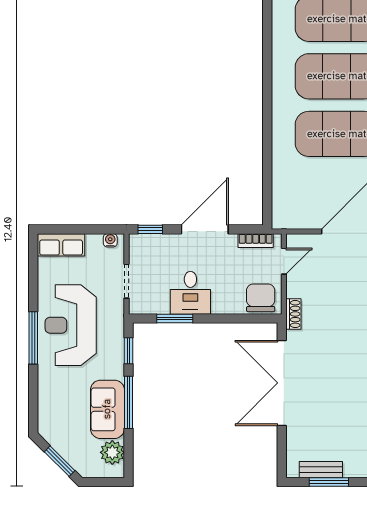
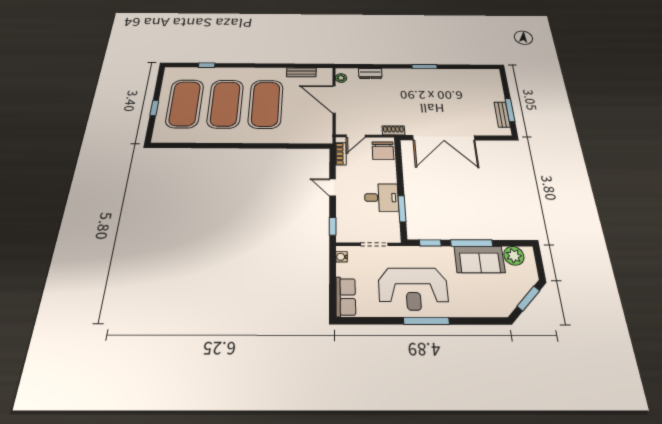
door: (205, 229) -> (333, 187), width x0.53
door: (284, 261) -> (356, 136), swing flipped
chair: (261, 298) -> (383, 151), turned -90

